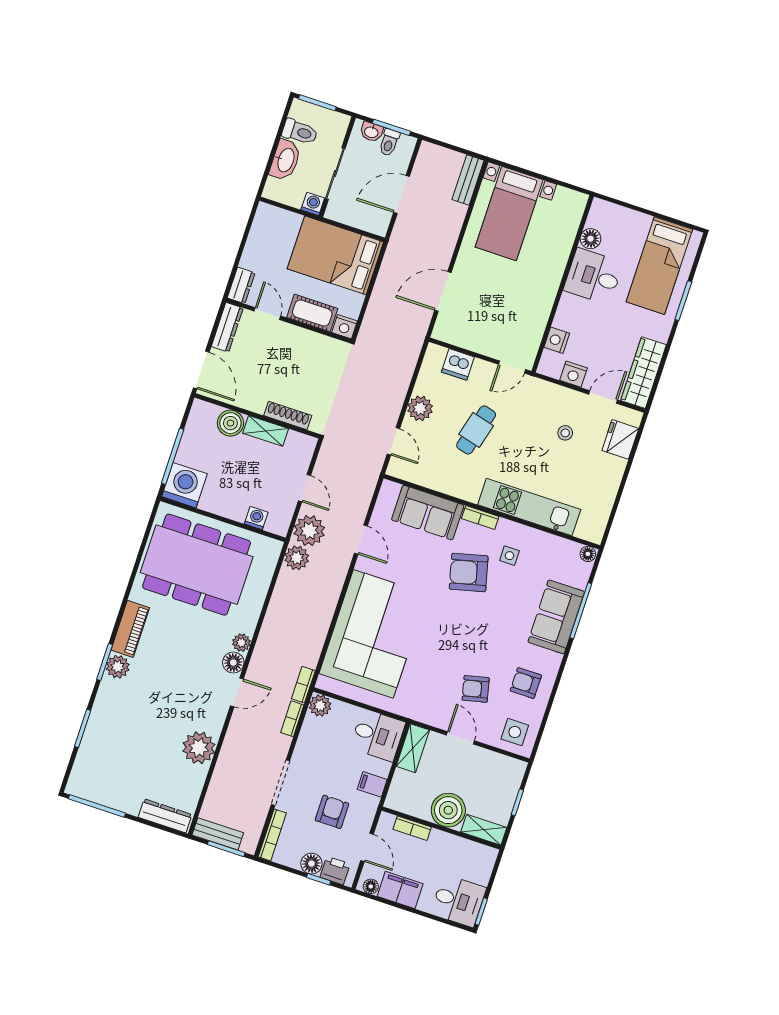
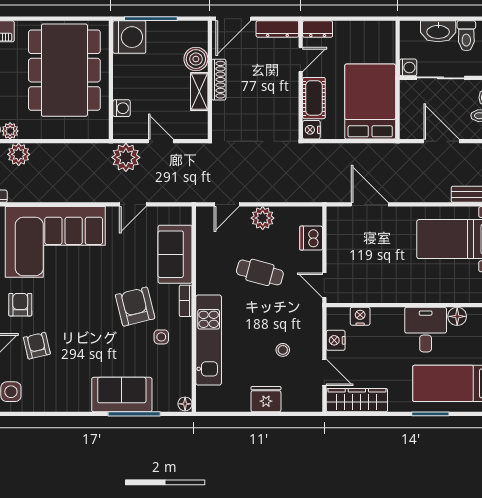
shoe rack: (288, 415) -> (219, 80), moved
fridge: (620, 439) -> (266, 399), moved
door: (304, 488) -> (161, 141), swing flipped
plant: (297, 558) -> (19, 154), moved
armchair: (526, 683) -> (20, 305), moved

